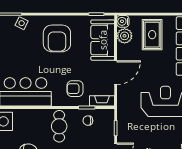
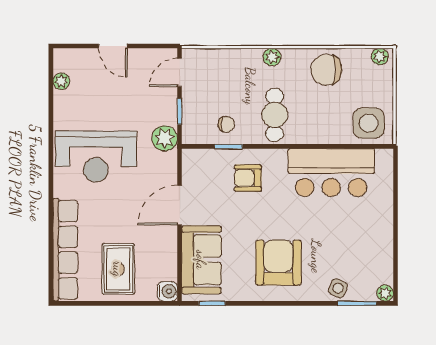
plant: (125, 36) -> (165, 138), moved
armchair: (75, 89) -> (248, 178), turned 180
fireplace: (102, 101) -> (203, 157), removed

